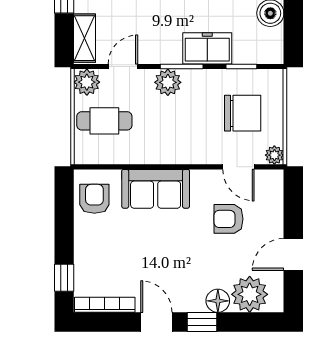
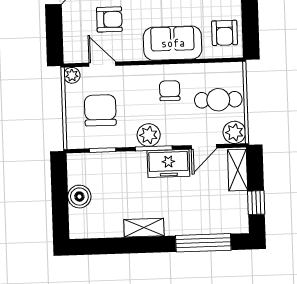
freezer: (207, 48) -> (168, 163), moved
plant: (168, 82) -> (149, 135), moved
chair: (243, 113) -> (100, 110), turned 90
chair: (161, 133) -> (170, 91), added

